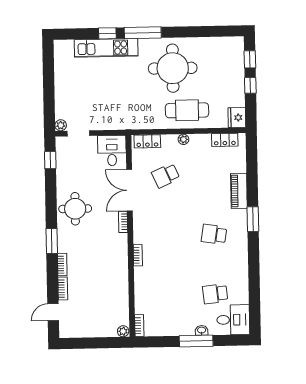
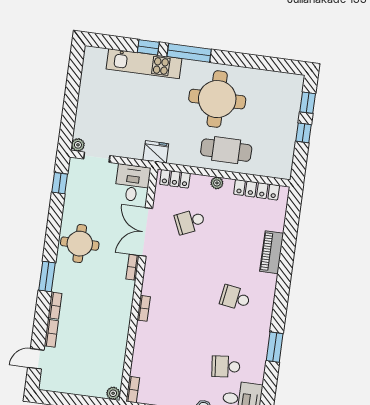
fridge: (237, 118) -> (156, 152), moved, turned 90
locker: (225, 140) -> (257, 190), width x1.53
window: (253, 219) -> (275, 347), moved

